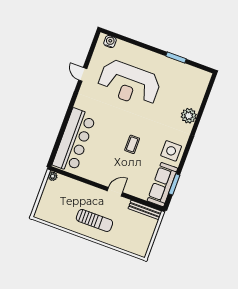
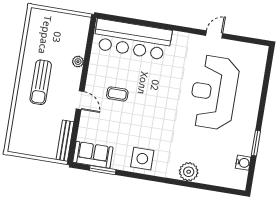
water cooler: (110, 42) -> (243, 163), moved
coffee table: (132, 144) -> (117, 94), moved
plant: (53, 176) -> (78, 62), moved
sofa: (162, 185) -> (93, 155), width x0.73

